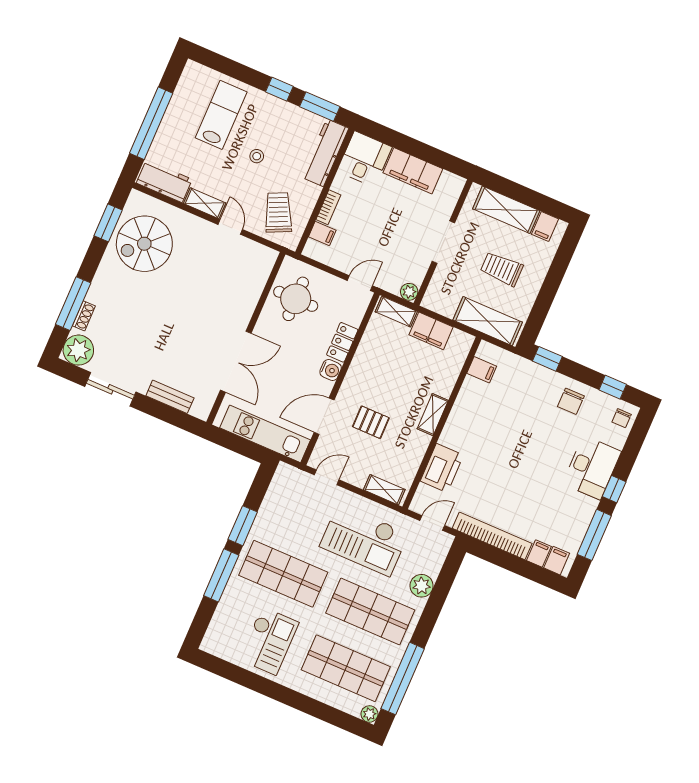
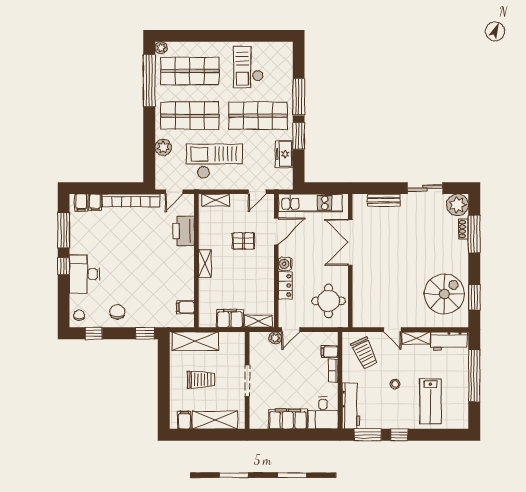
plant: (409, 292) -> (275, 338), moved
freezer: (271, 511) -> (284, 154), added

